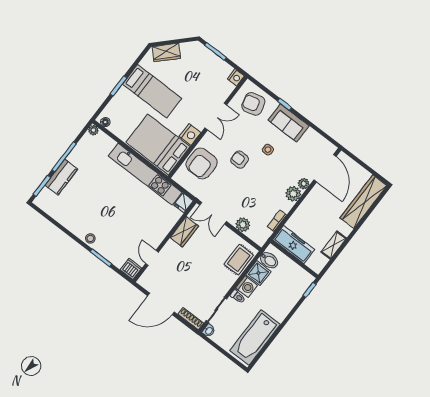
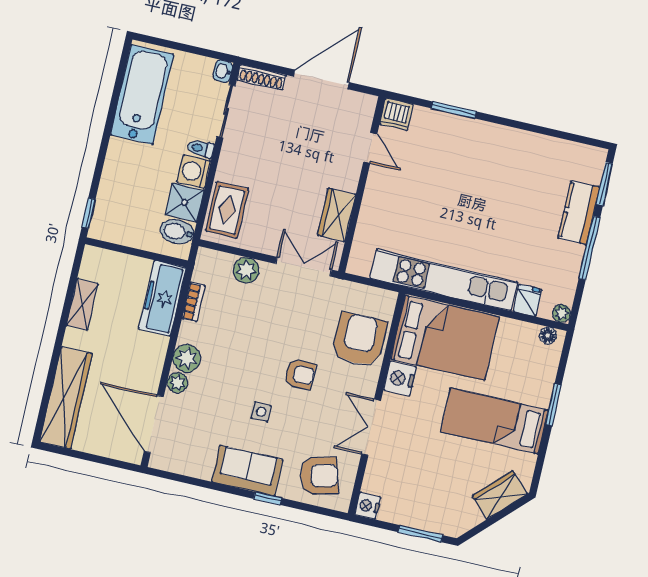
fridge: (184, 203) -> (527, 300), moved
stool: (90, 238) -> (486, 134), removed
freezer: (294, 245) -> (162, 298), moved, turned 90

